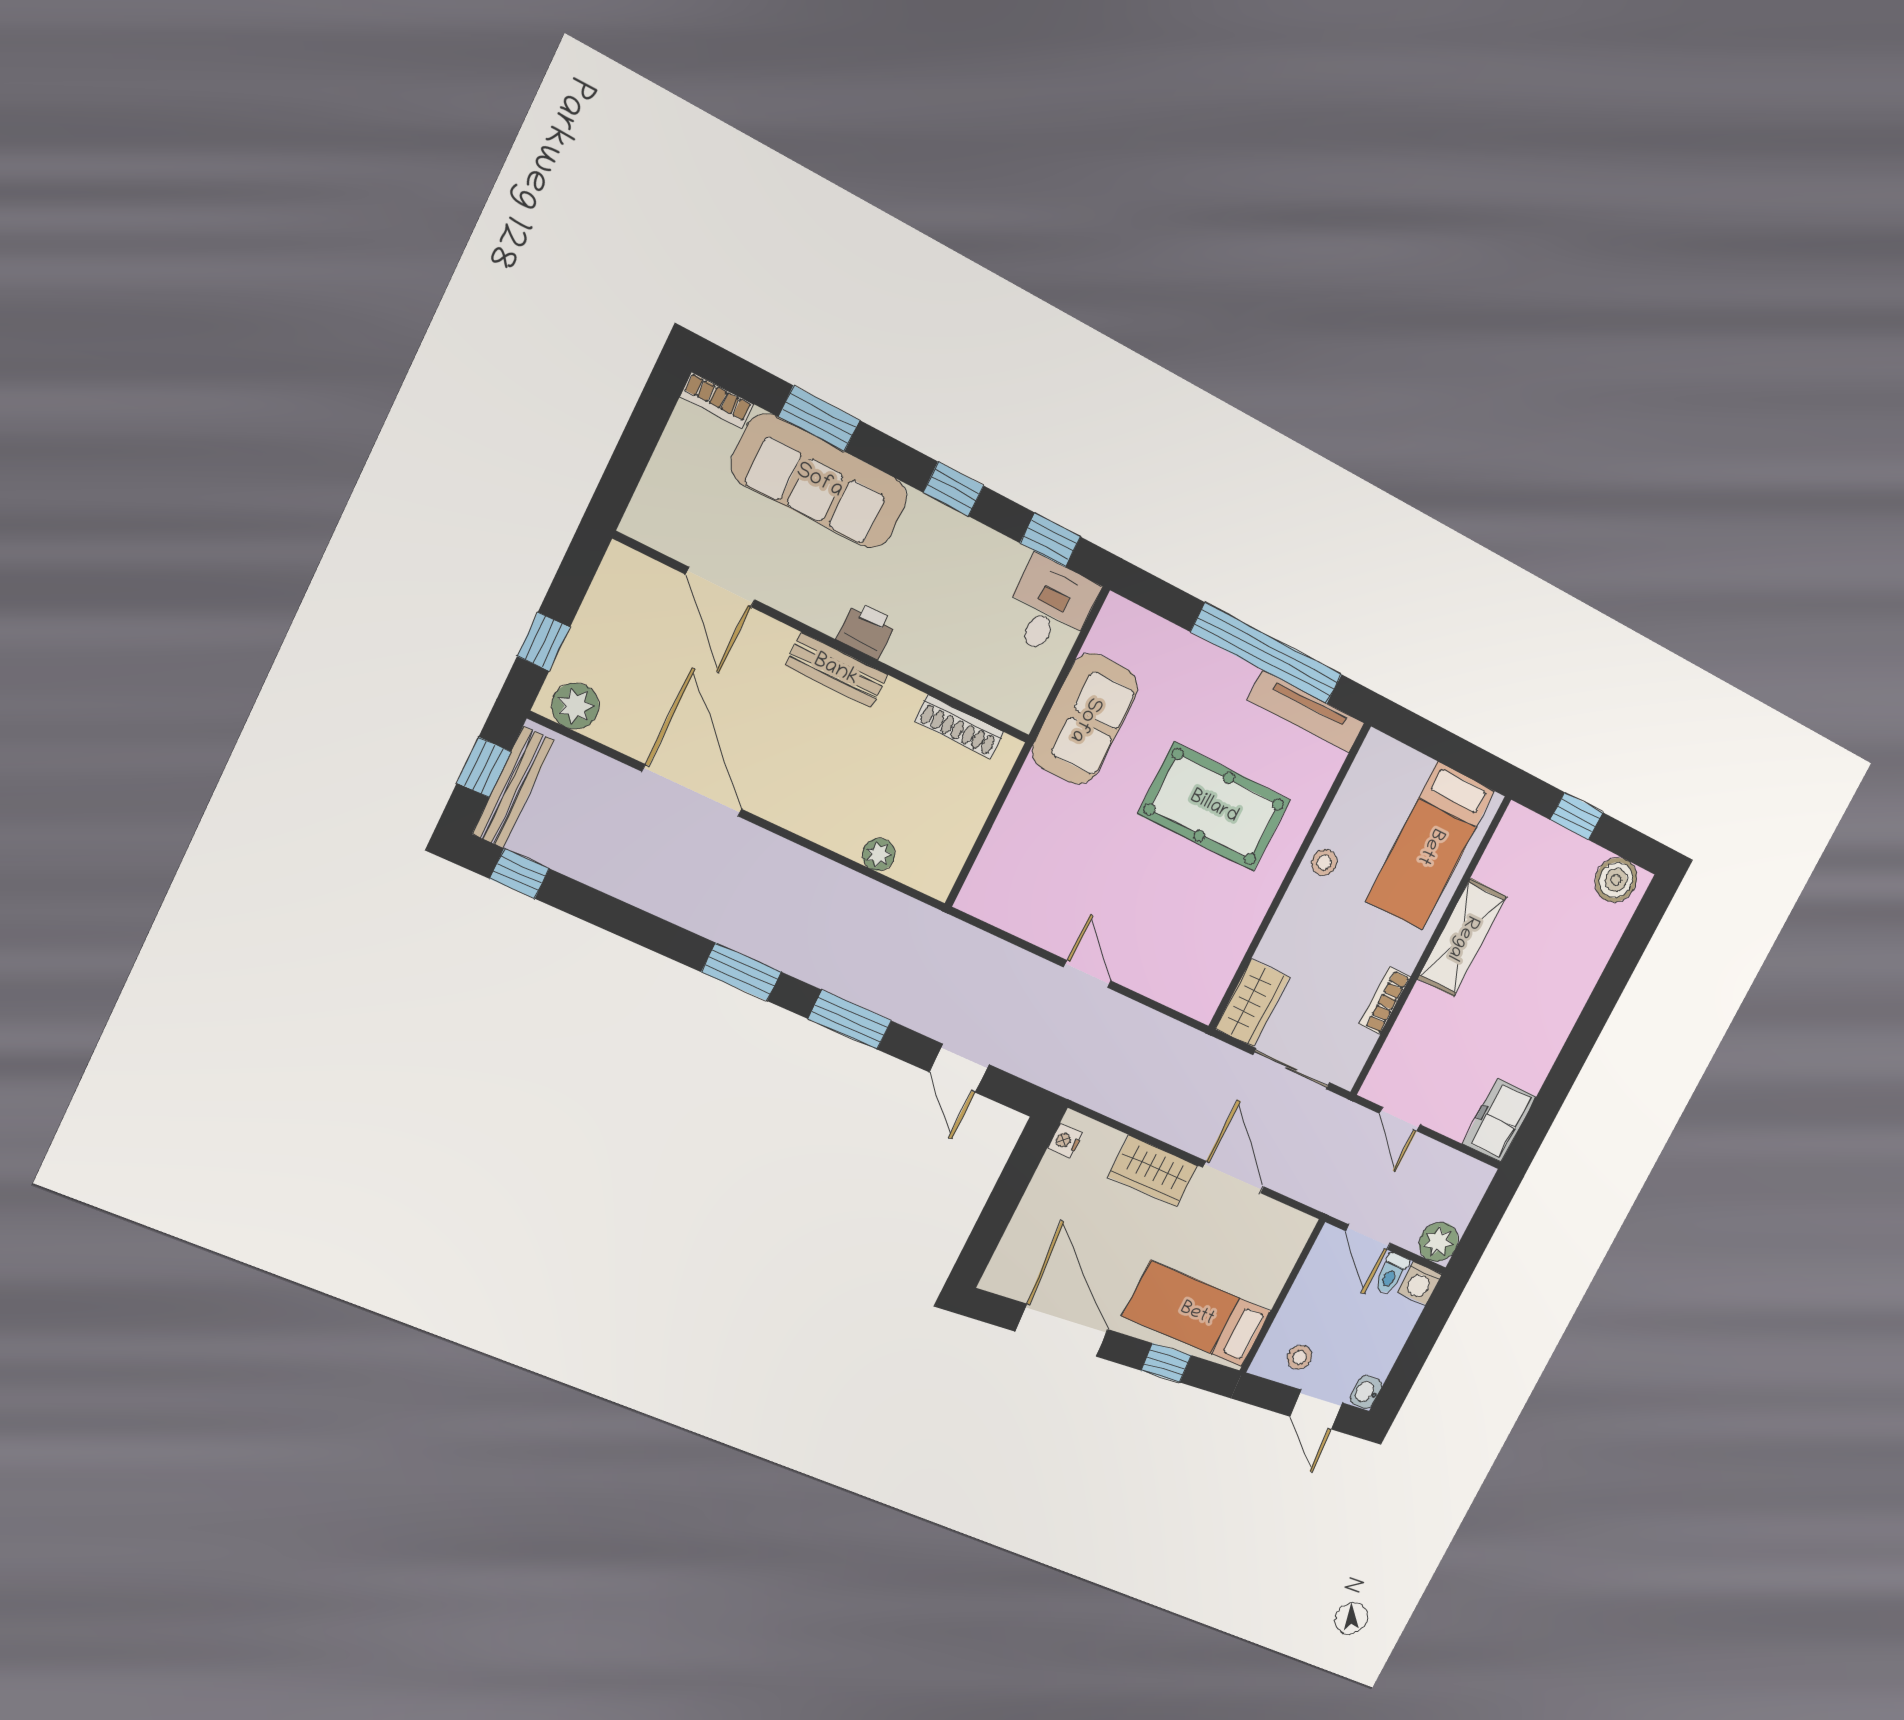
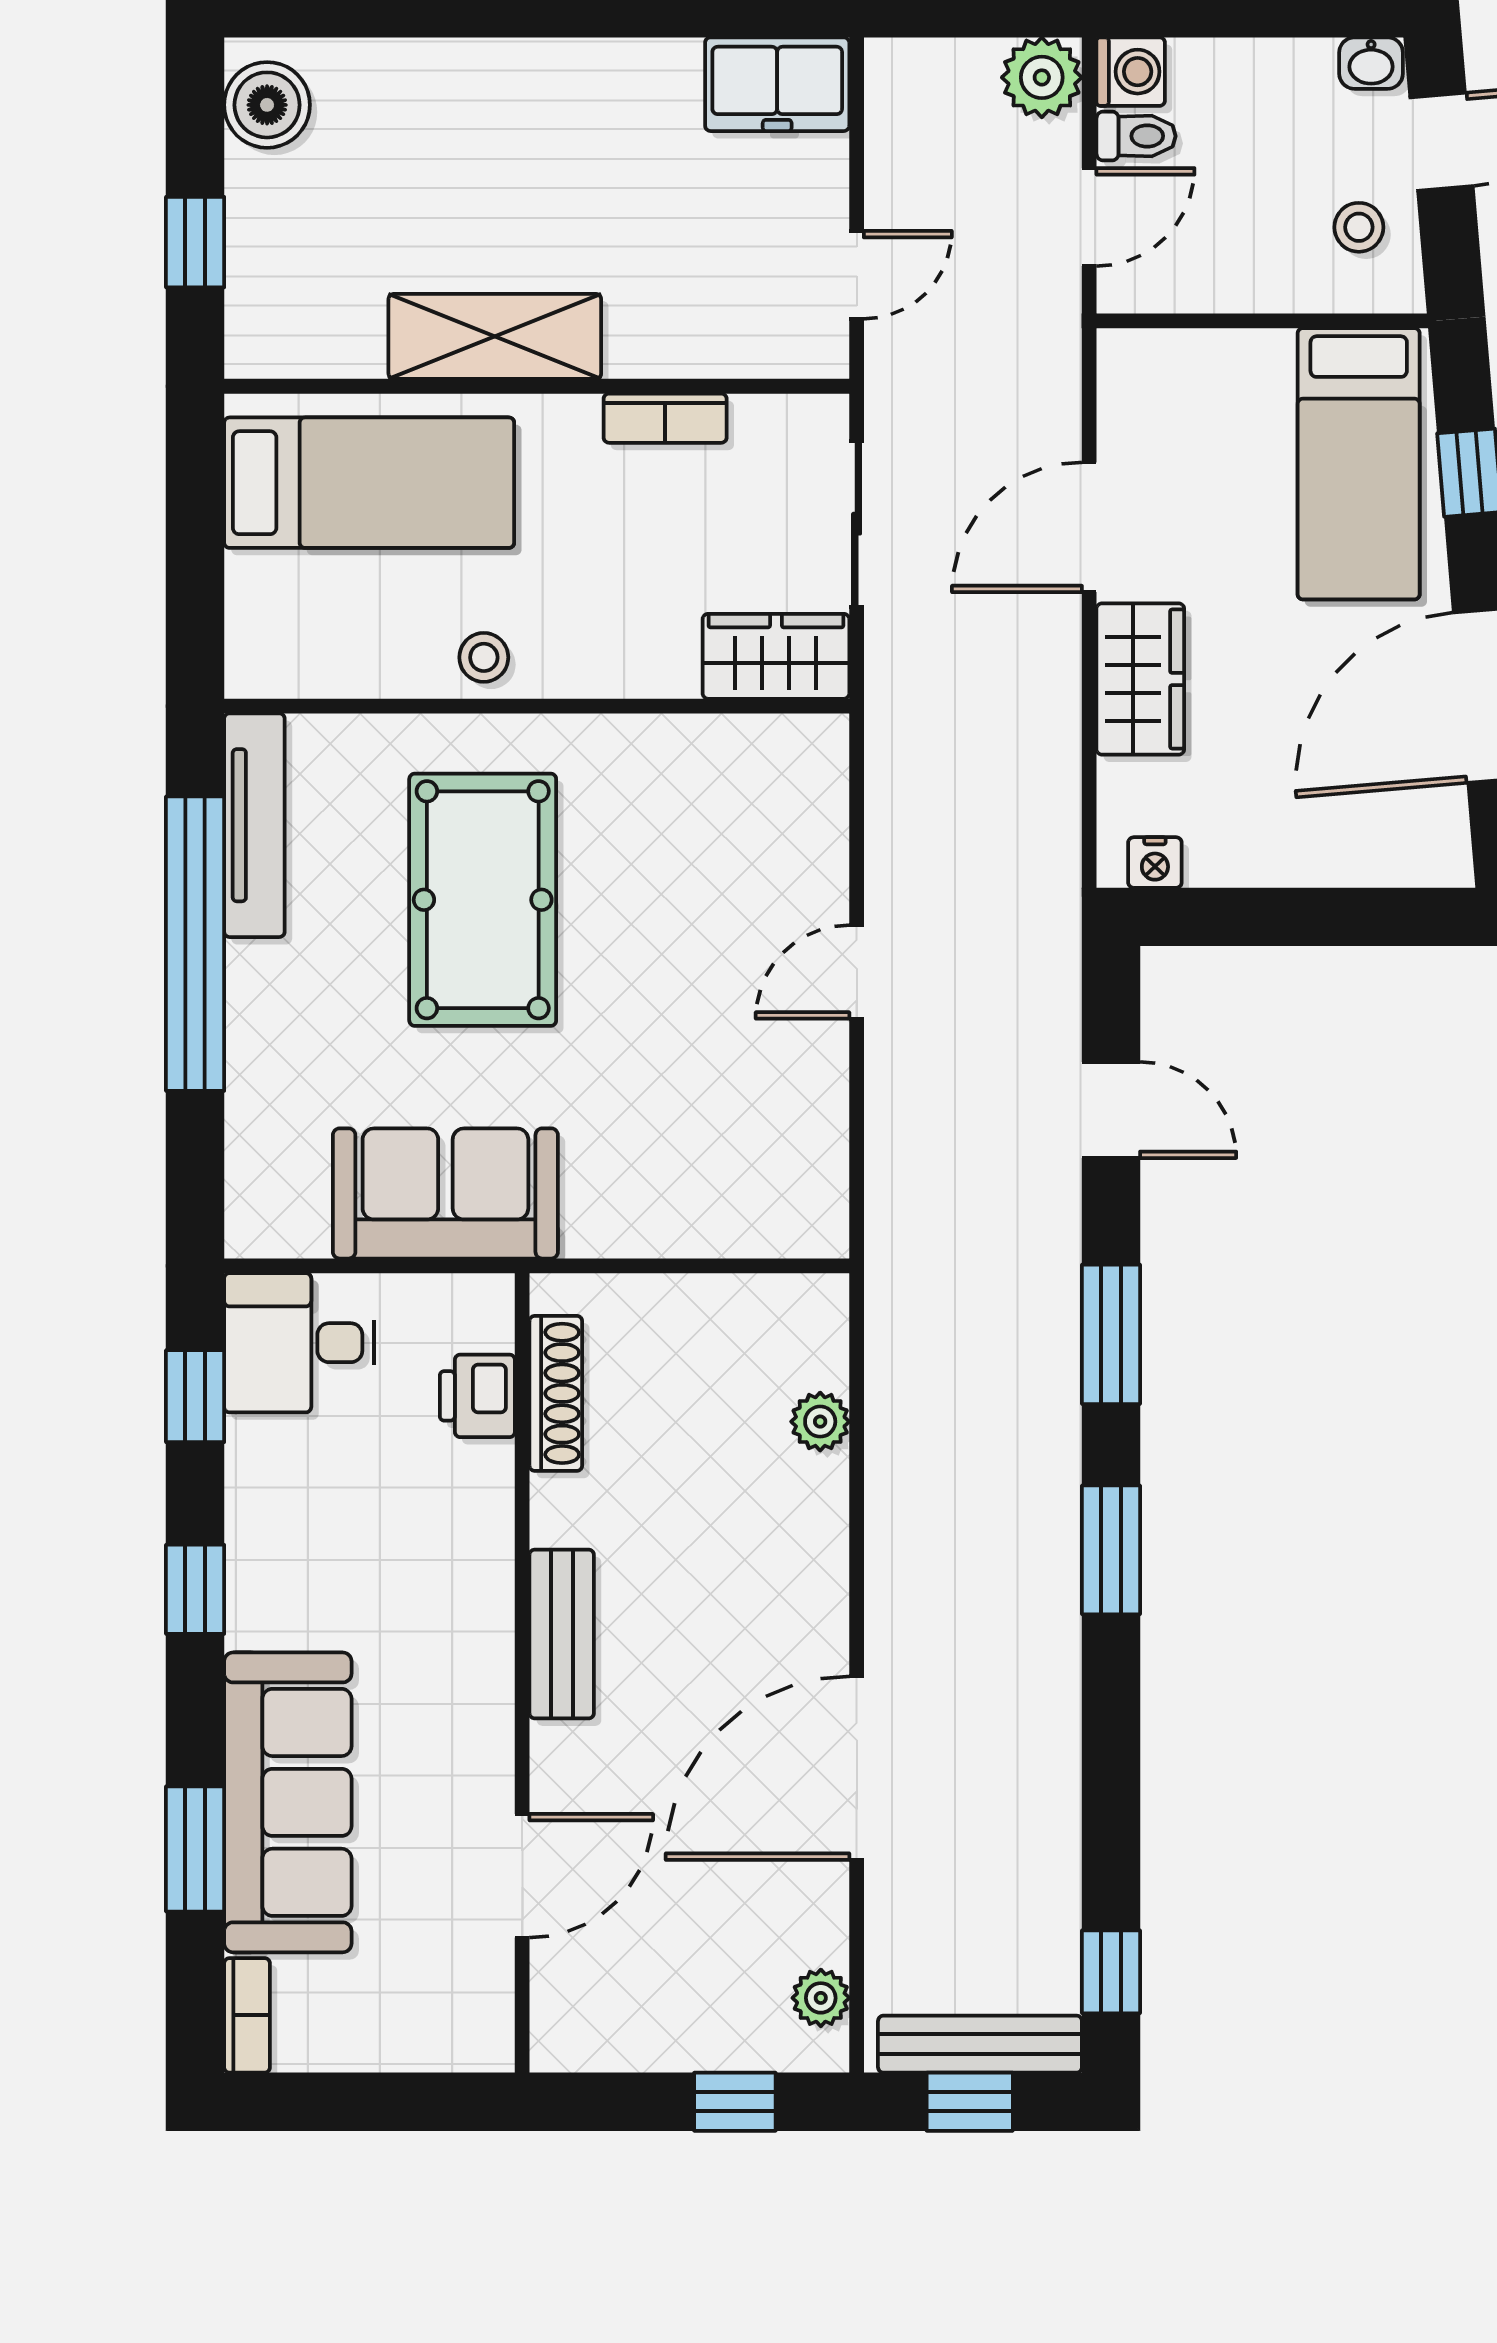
printer: (867, 630) -> (477, 1396), moved
plant: (575, 706) -> (821, 1998), width x0.73, depth x0.73
door: (959, 1068) -> (1111, 1110), hinge flipped

